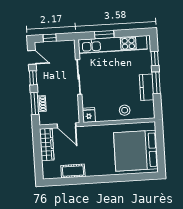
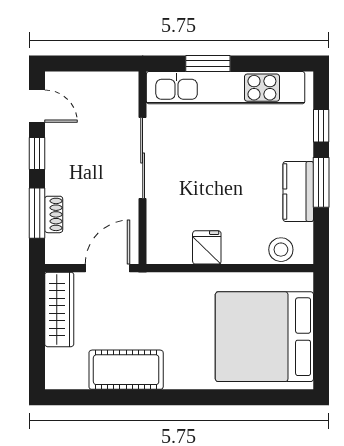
window: (50, 38) -> (81, 63), removed
stool: (125, 110) -> (281, 250), moved
fridge: (89, 115) -> (207, 247), moved
door: (66, 125) -> (107, 268), swing flipped
cot: (73, 171) -> (126, 370), width x1.37, depth x1.34

